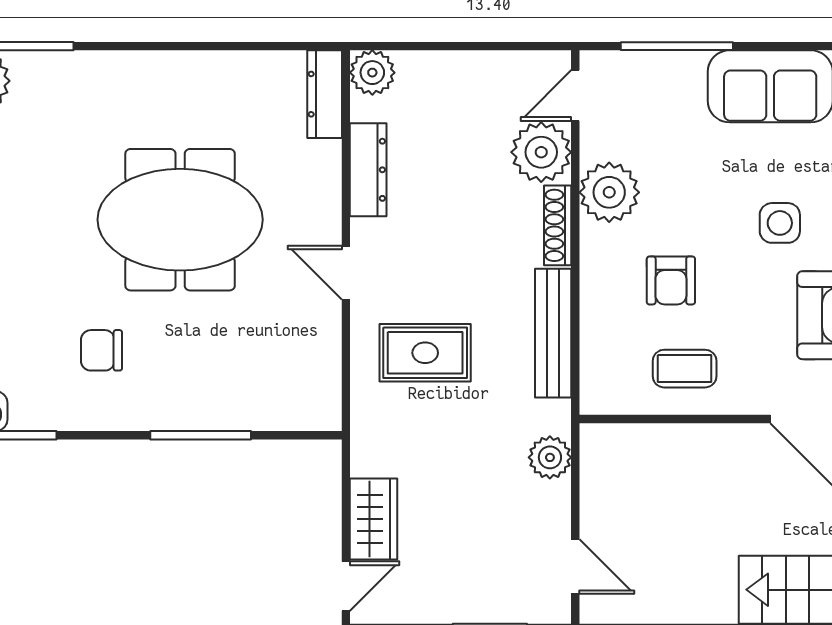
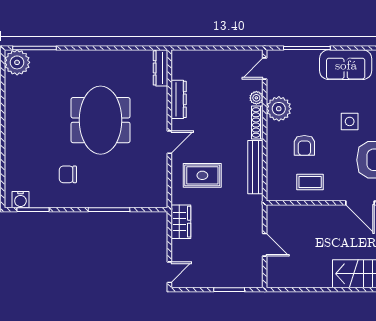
plant: (372, 73) -> (180, 59), removed
plant: (541, 152) -> (256, 98), width x0.53, depth x0.53
meeting table: (180, 220) -> (101, 120), turned 90
door: (346, 273) -> (169, 142), swing flipped
plant: (550, 457) -> (254, 219), removed
wardrobe: (374, 519) -> (181, 222), moved
door: (575, 567) -> (265, 245), moved

